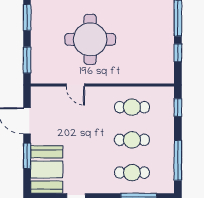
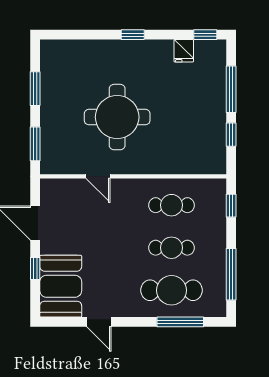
window: (27, 156) -> (35, 269), width x0.67
cafe table: (132, 173) -> (171, 290), width x1.37, depth x1.35

